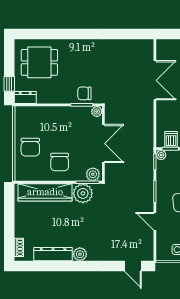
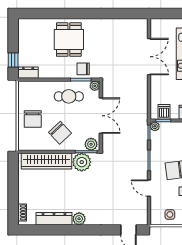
dining table: (39, 62) -> (69, 40), moved, turned 90
cafe table: (69, 123) -> (69, 96), added
chair: (60, 162) -> (60, 133), turned -43

